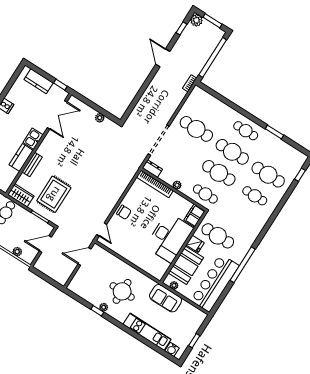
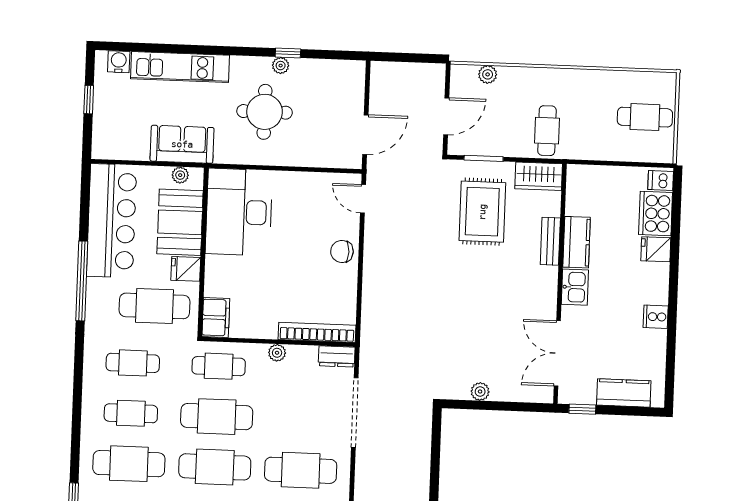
cafe table: (241, 217) -> (133, 363), added
desk: (169, 237) -> (239, 212), moved

